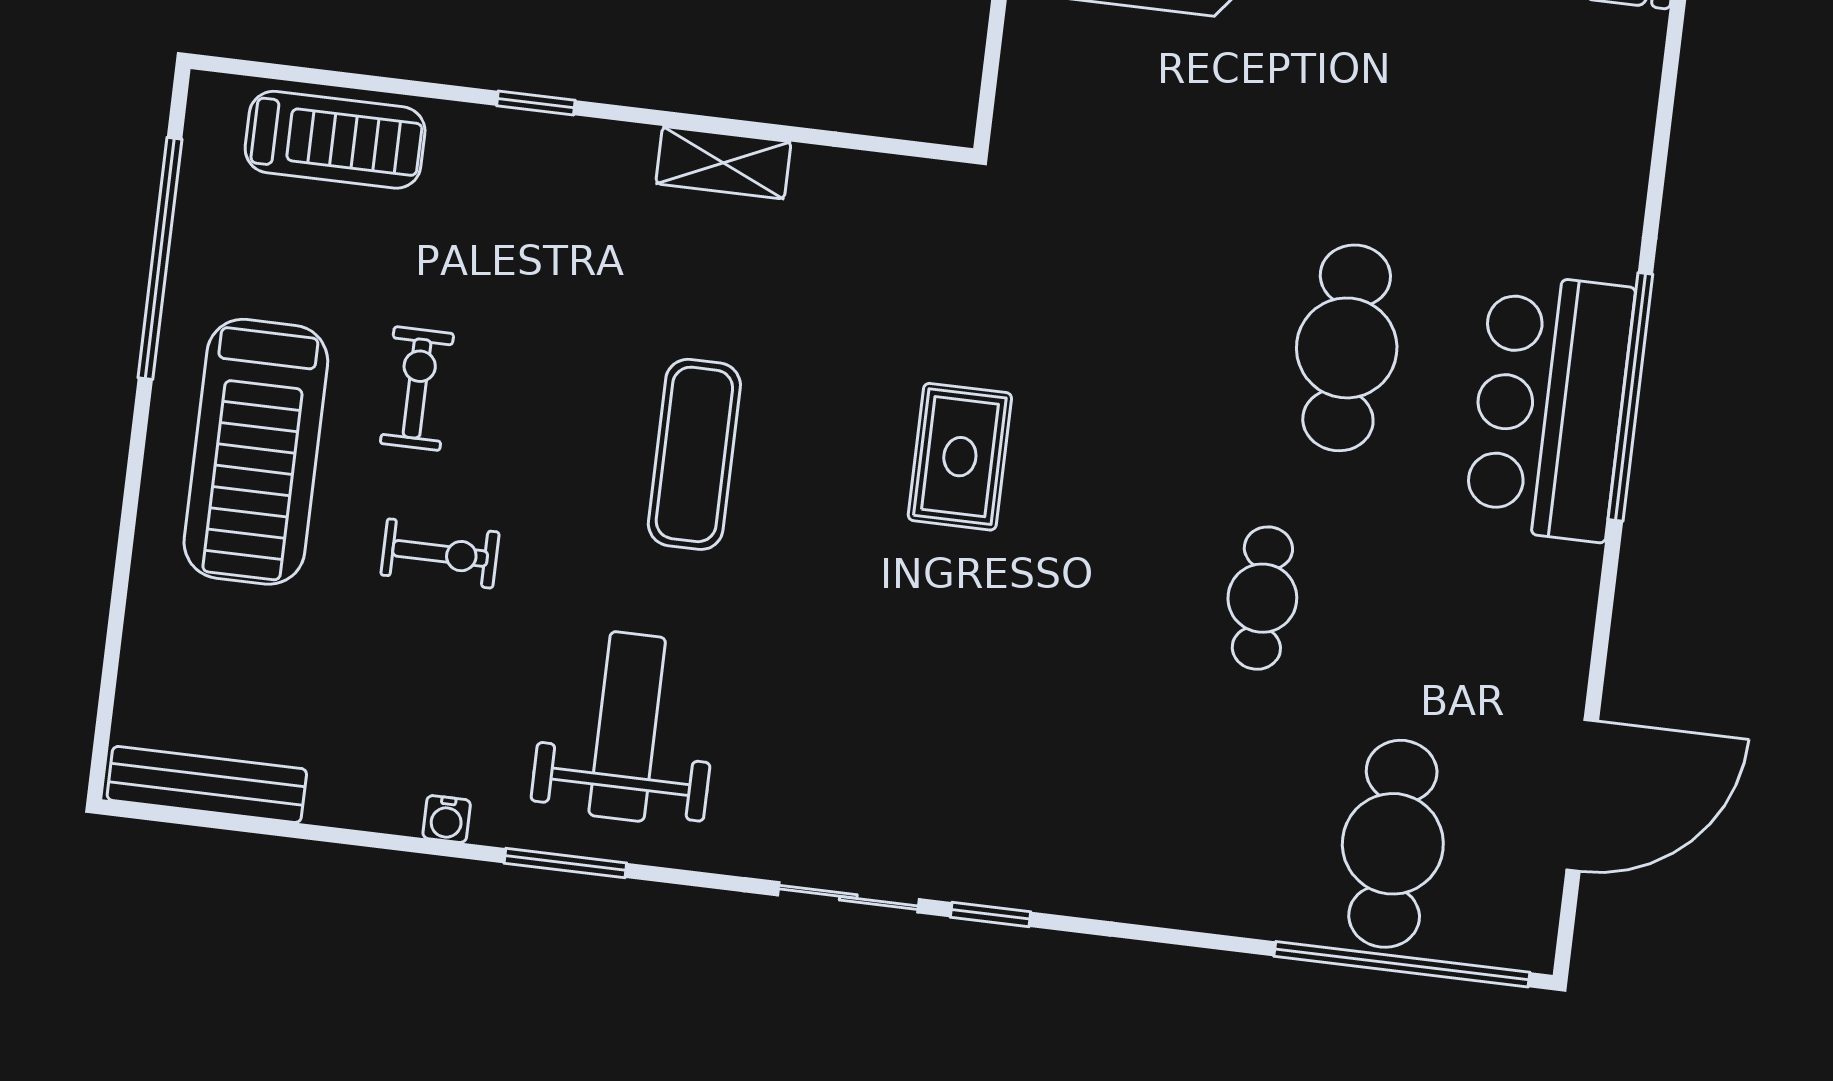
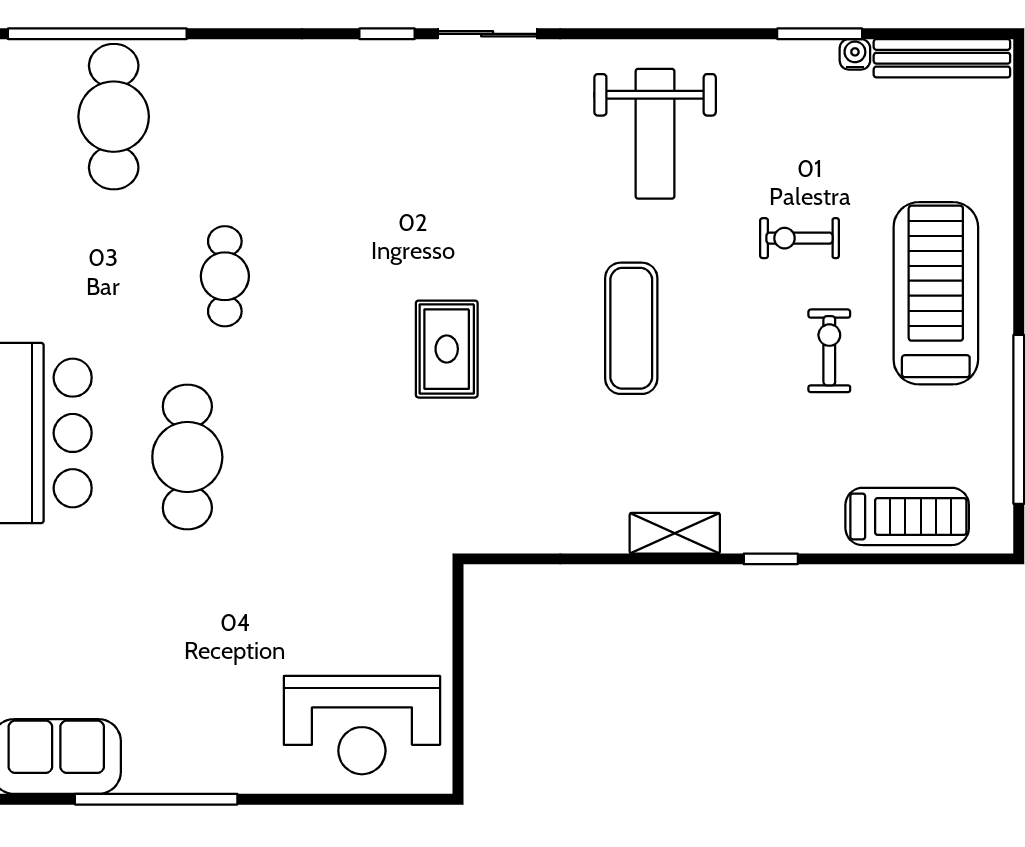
treadmill: (335, 140) -> (907, 516), turned 180
shelving: (723, 163) -> (675, 533), moved
exercise bike: (417, 388) -> (829, 351), turned 180
water cooler: (447, 819) -> (855, 54), moved
window: (565, 863) -> (820, 34), moved

